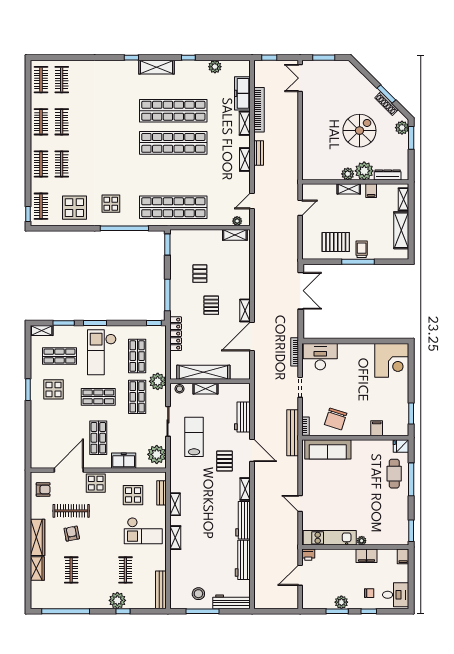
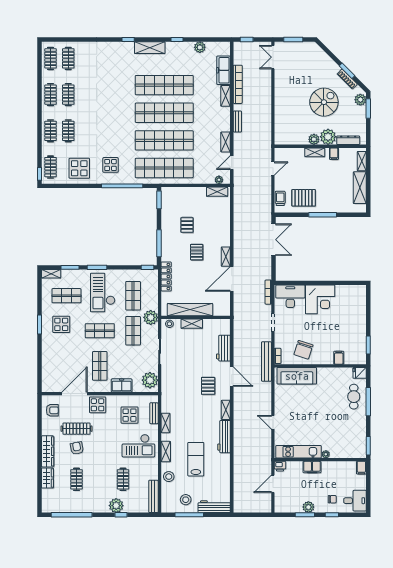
shelving: (245, 160) -> (226, 142), moved
shop shelf: (173, 175) -> (164, 140), added
trolley: (362, 249) -> (280, 198), moved
corner desk: (392, 360) -> (320, 299), moved
lab bench: (194, 437) -> (196, 459), moved
filing cabinet: (366, 556) -> (312, 467), moved
workbench: (243, 560) -> (224, 471), removed
stool: (179, 567) -> (169, 477), added

